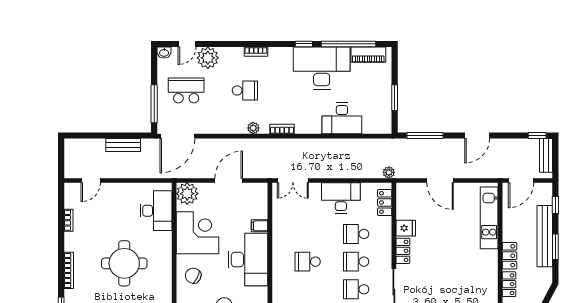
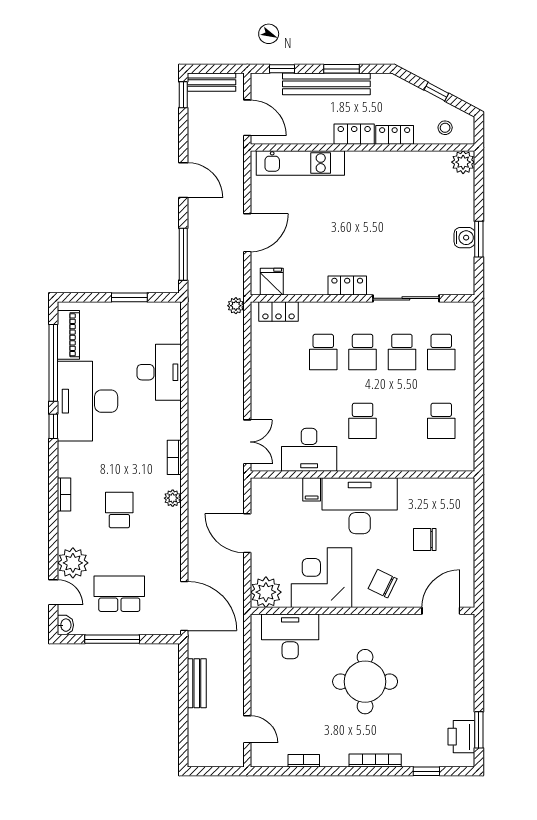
school desk: (186, 90) -> (119, 594), turned 90
window: (154, 104) -> (112, 639), moved
desk: (341, 198) -> (309, 450), moved, turned -90
fridge: (406, 228) -> (272, 282), moved
chair: (193, 276) -> (383, 584), turned 88

